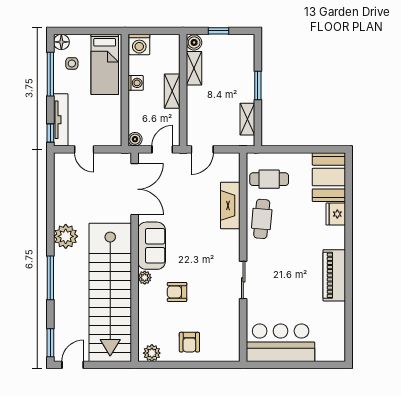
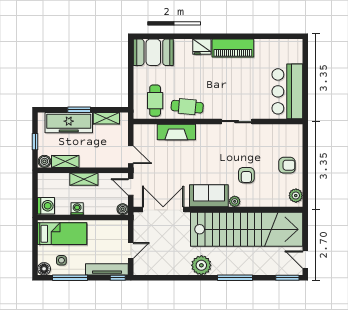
freezer: (242, 73) -> (69, 123), added
fridge: (336, 214) -> (202, 47), moved

